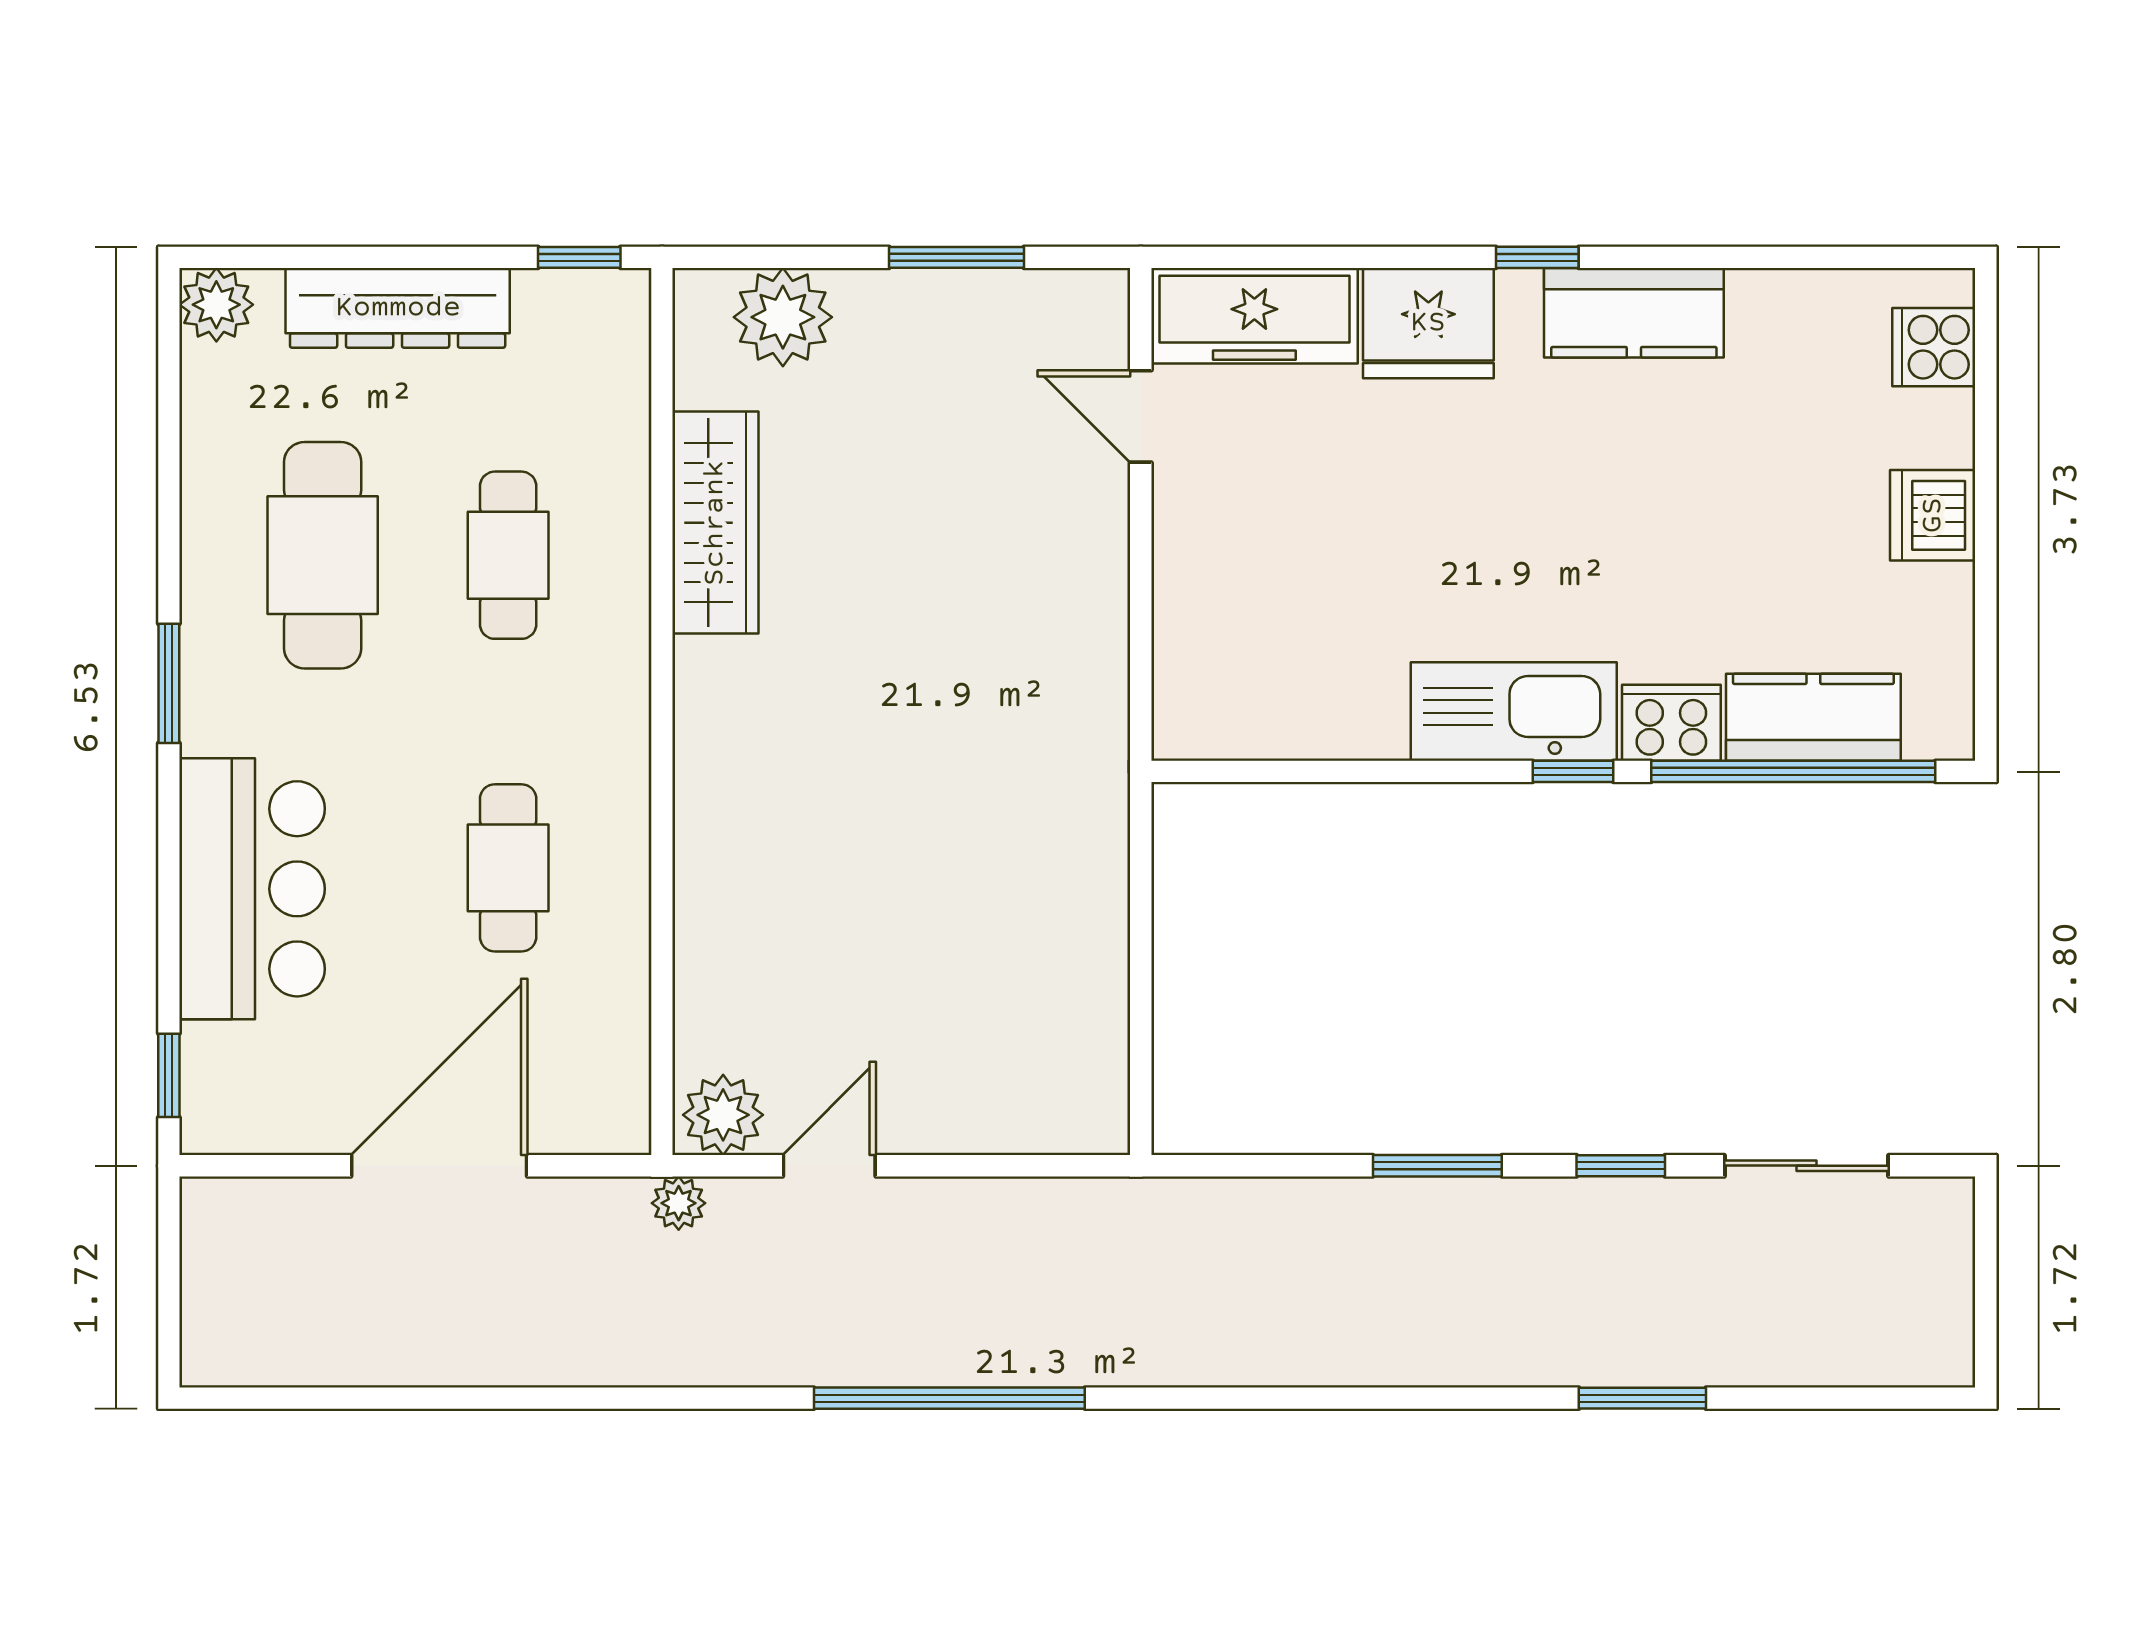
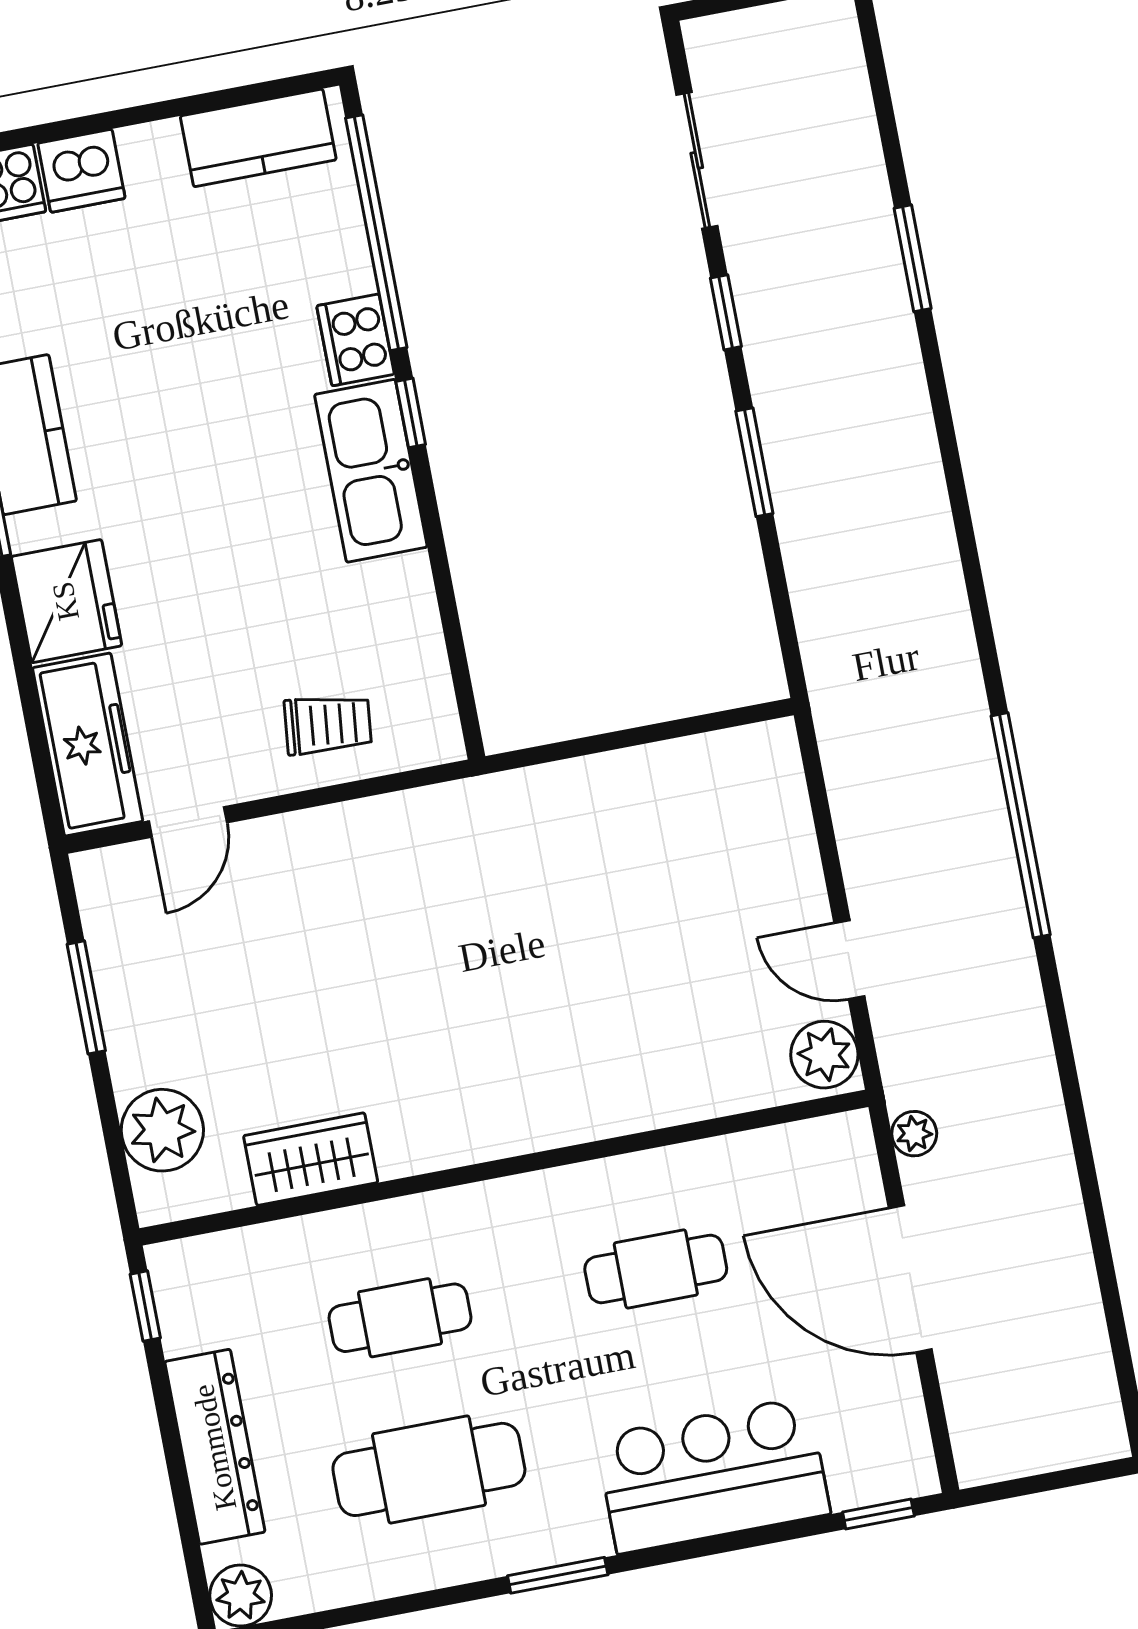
dishwasher: (1933, 515) -> (81, 171), moved
wardrobe: (715, 523) -> (311, 1159), width x0.67
trolley: (1224, 604) -> (328, 724), added
kitchen counter: (1813, 717) -> (258, 138), moved, turned -90
plant: (679, 1203) -> (914, 1134), moved

